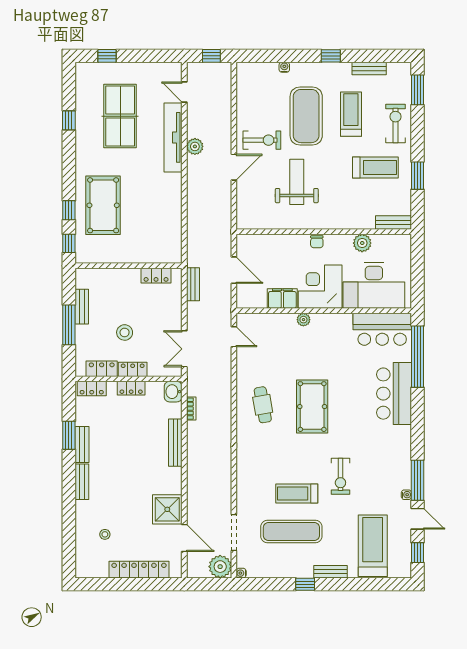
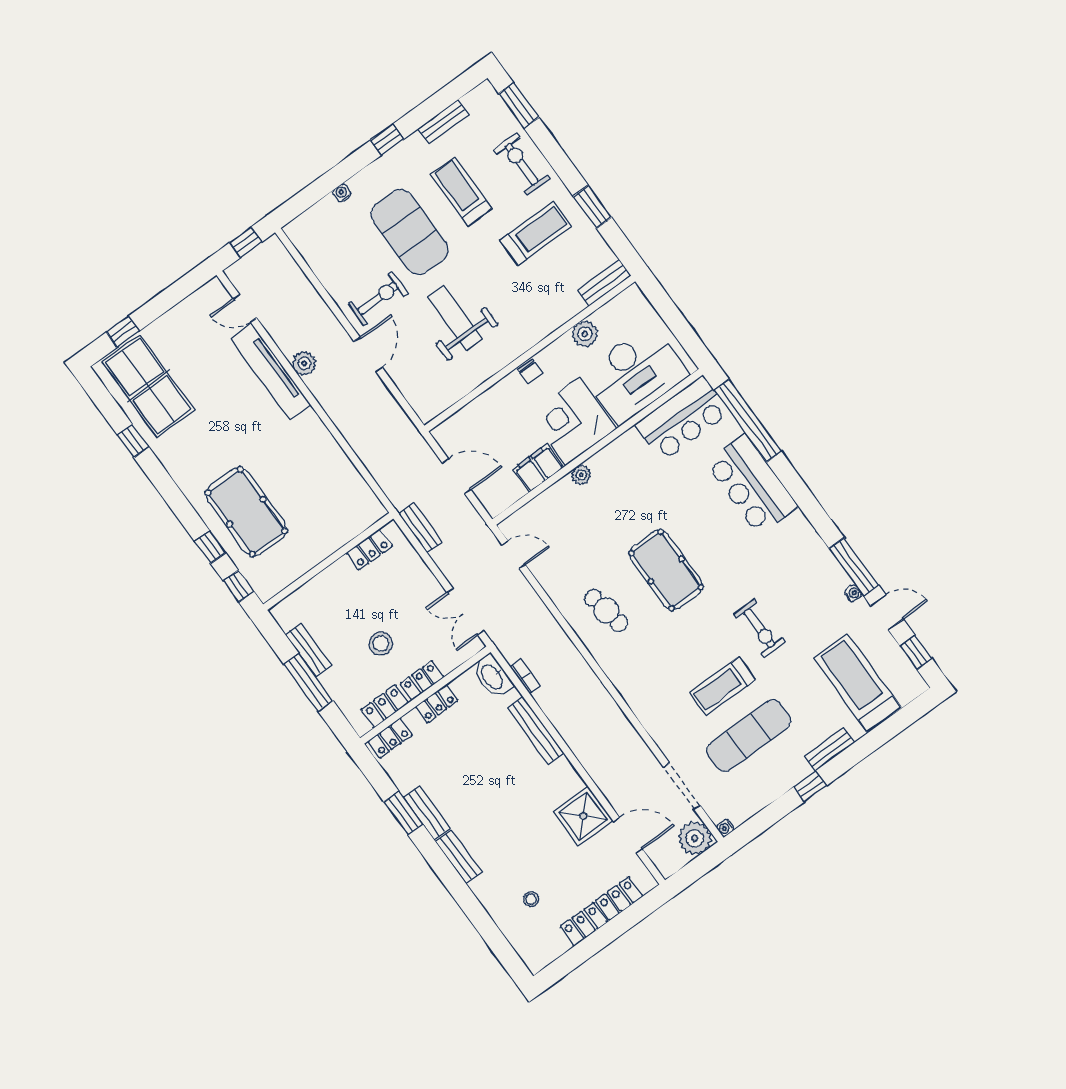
table tennis table: (120, 116) -> (148, 386), moved
washbasin: (173, 392) -> (493, 677), width x1.38

